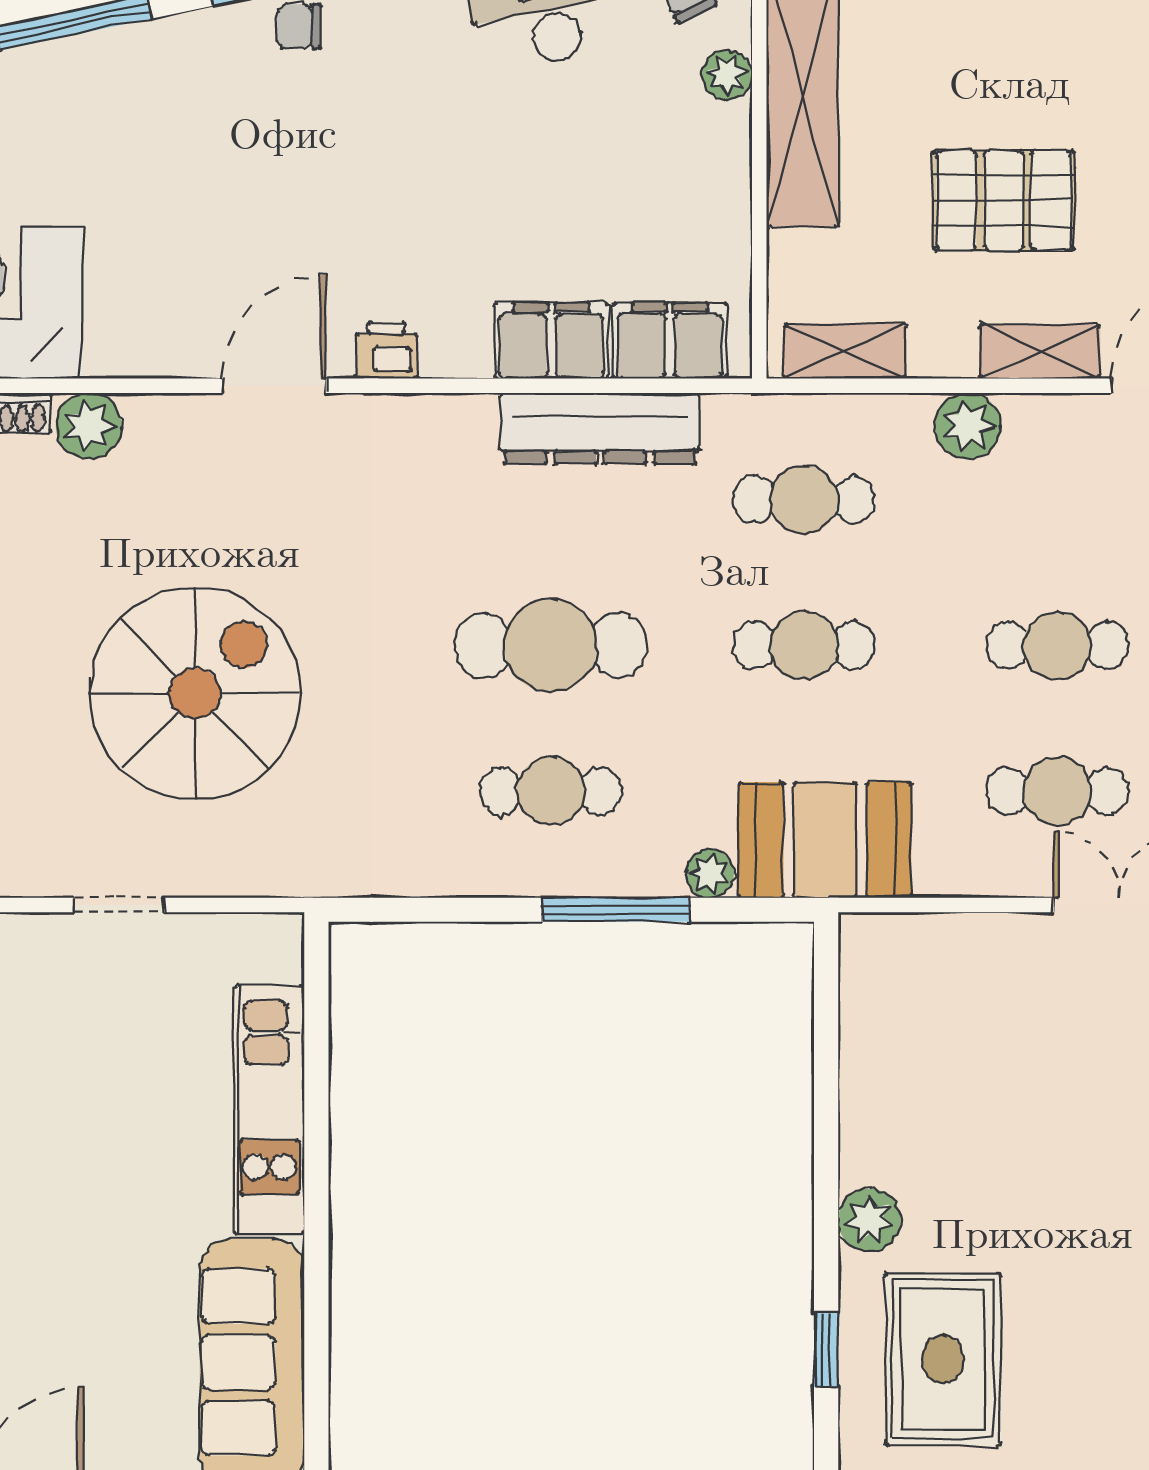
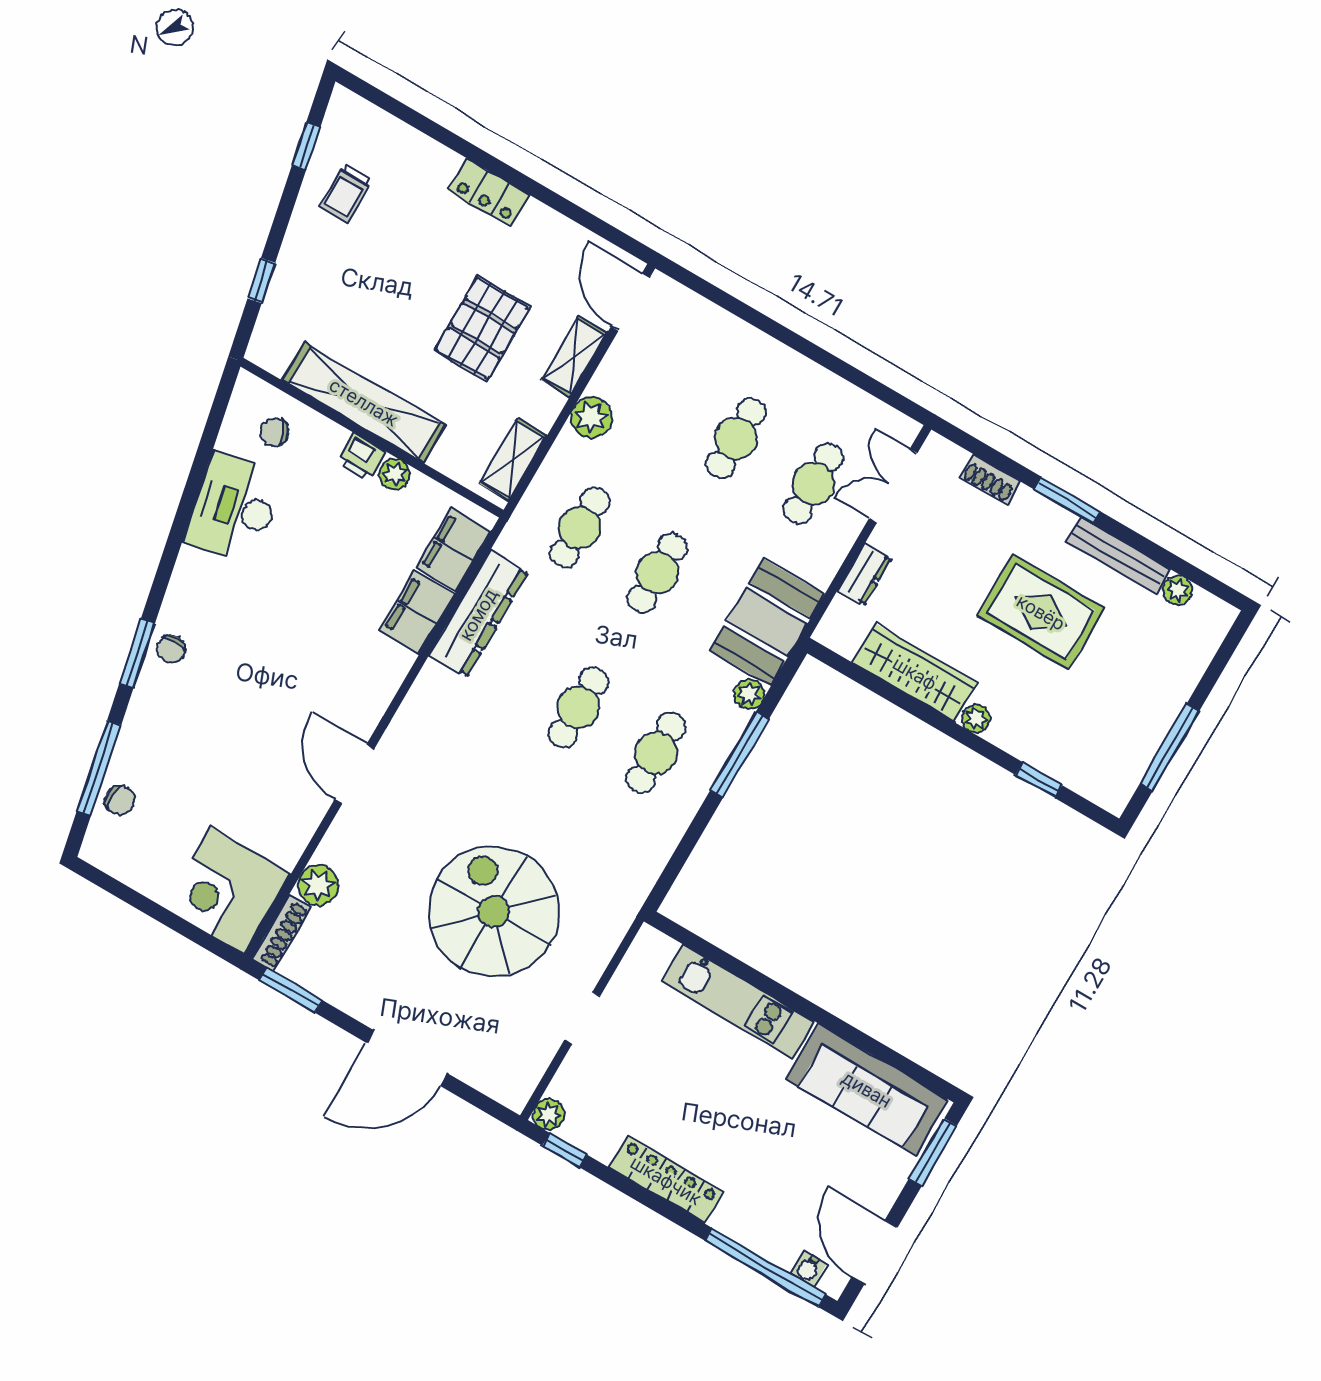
plant: (727, 75) -> (394, 474), moved
chair: (45, 79) -> (120, 800), added
printer: (387, 350) -> (361, 457), moved, turned -90
cafe table: (551, 645) -> (578, 708), width x0.73, depth x0.74
dresser: (972, 937) -> (864, 574), added
wardrobe: (875, 1088) -> (915, 673), added
plant: (869, 1220) -> (976, 719), width x0.73, depth x0.73
rug: (943, 1359) -> (1041, 612), moved

